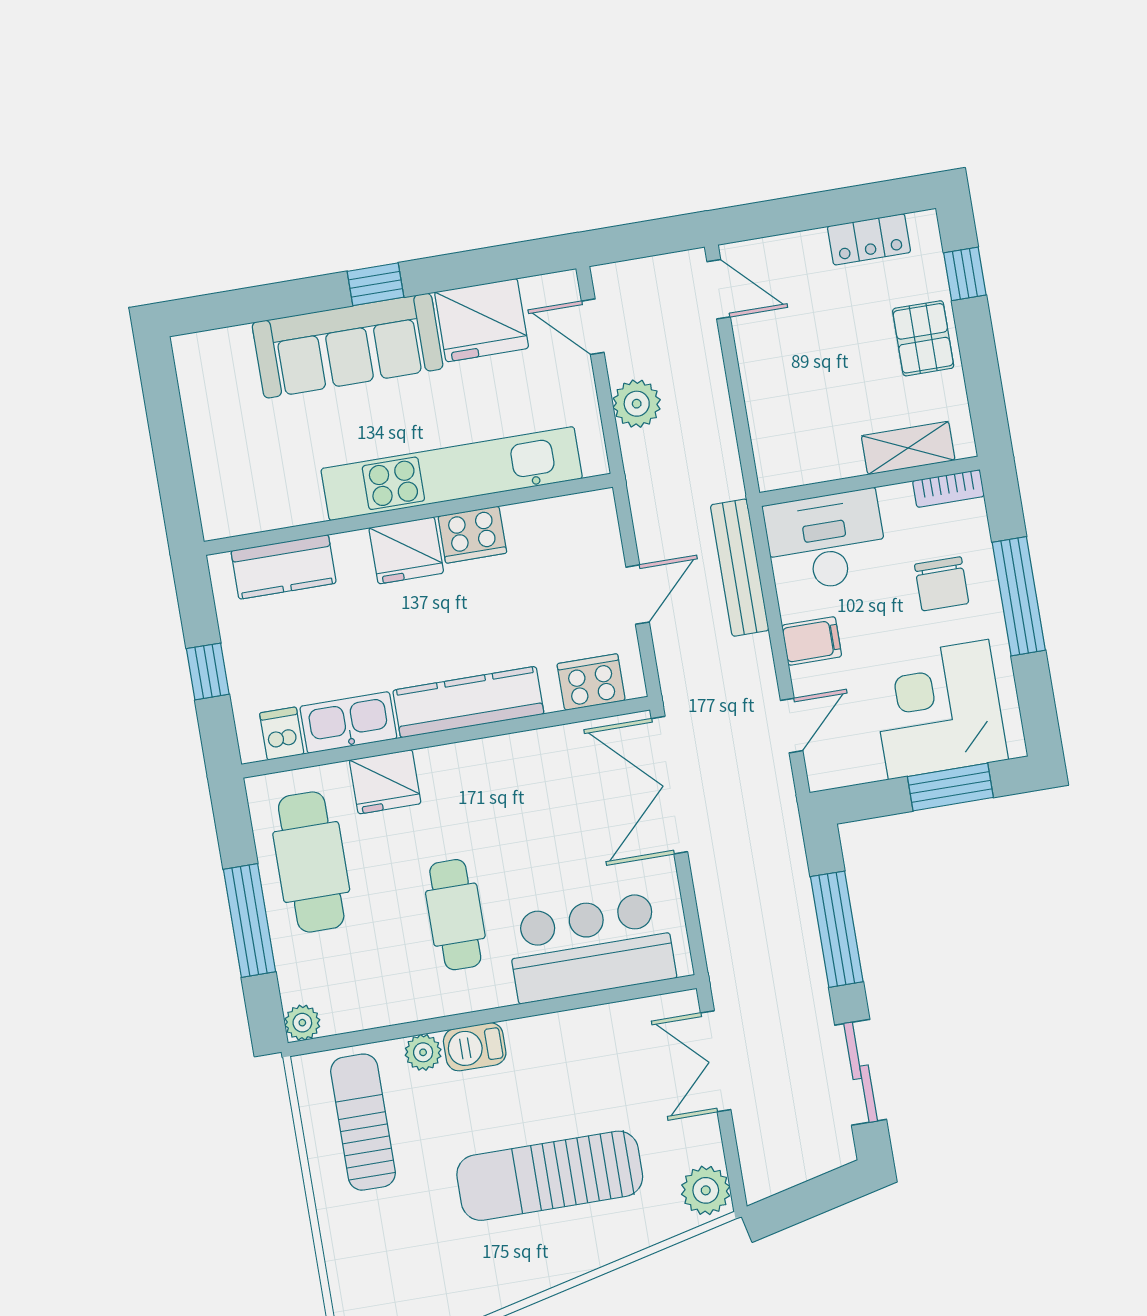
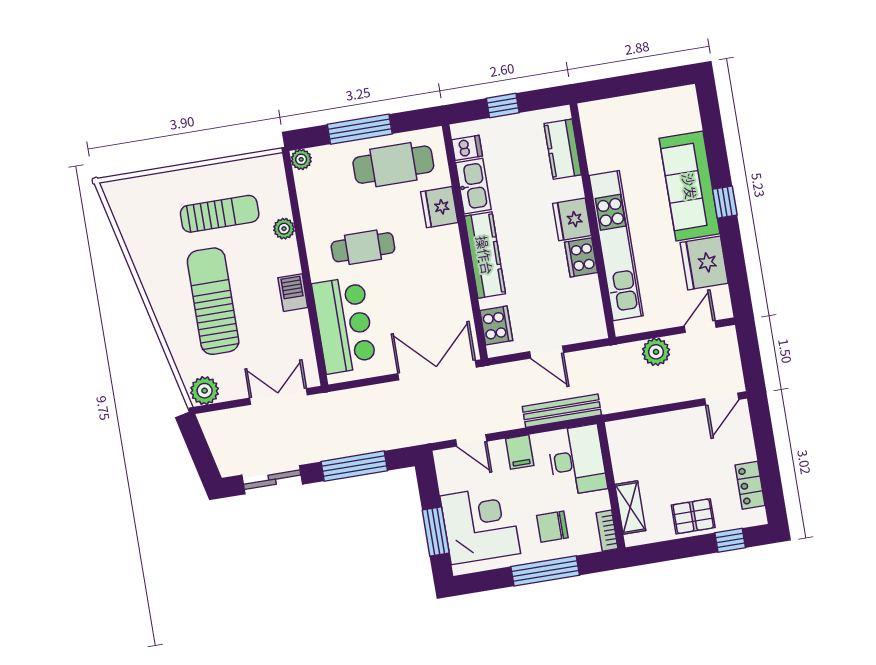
barbecue: (475, 1047) -> (293, 293), moved
sun lounger: (363, 1122) -> (220, 214), moved

